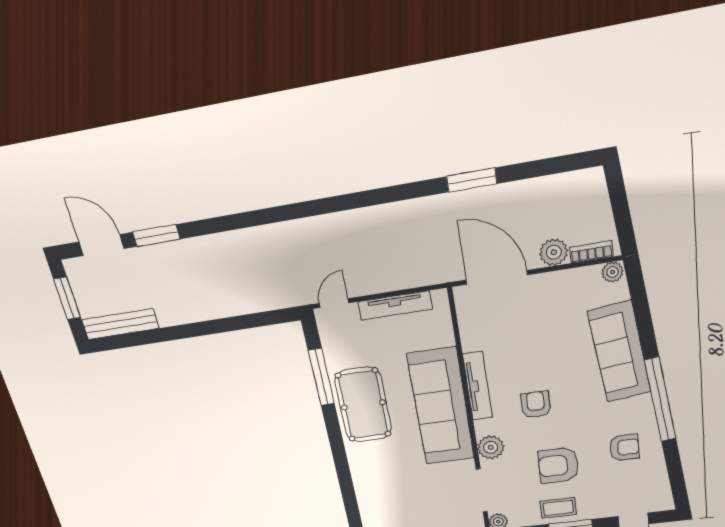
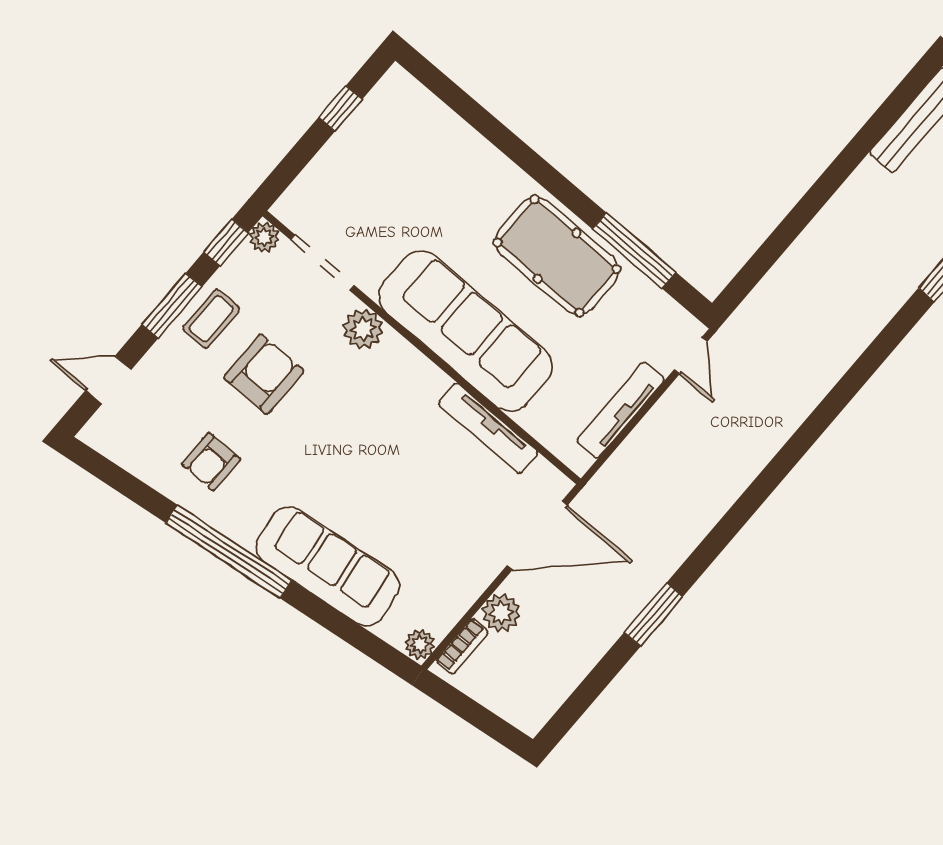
tv unit: (478, 386) -> (488, 428), moved
armchair: (536, 405) -> (361, 427), removed

